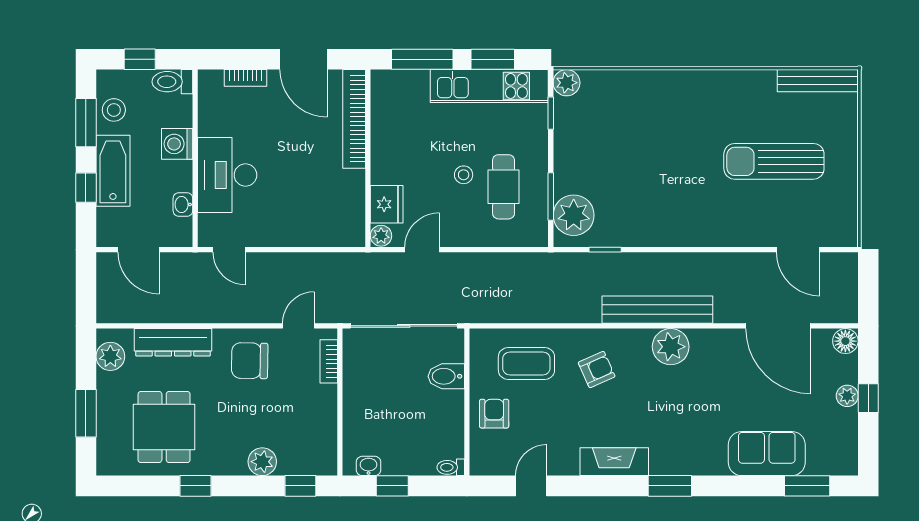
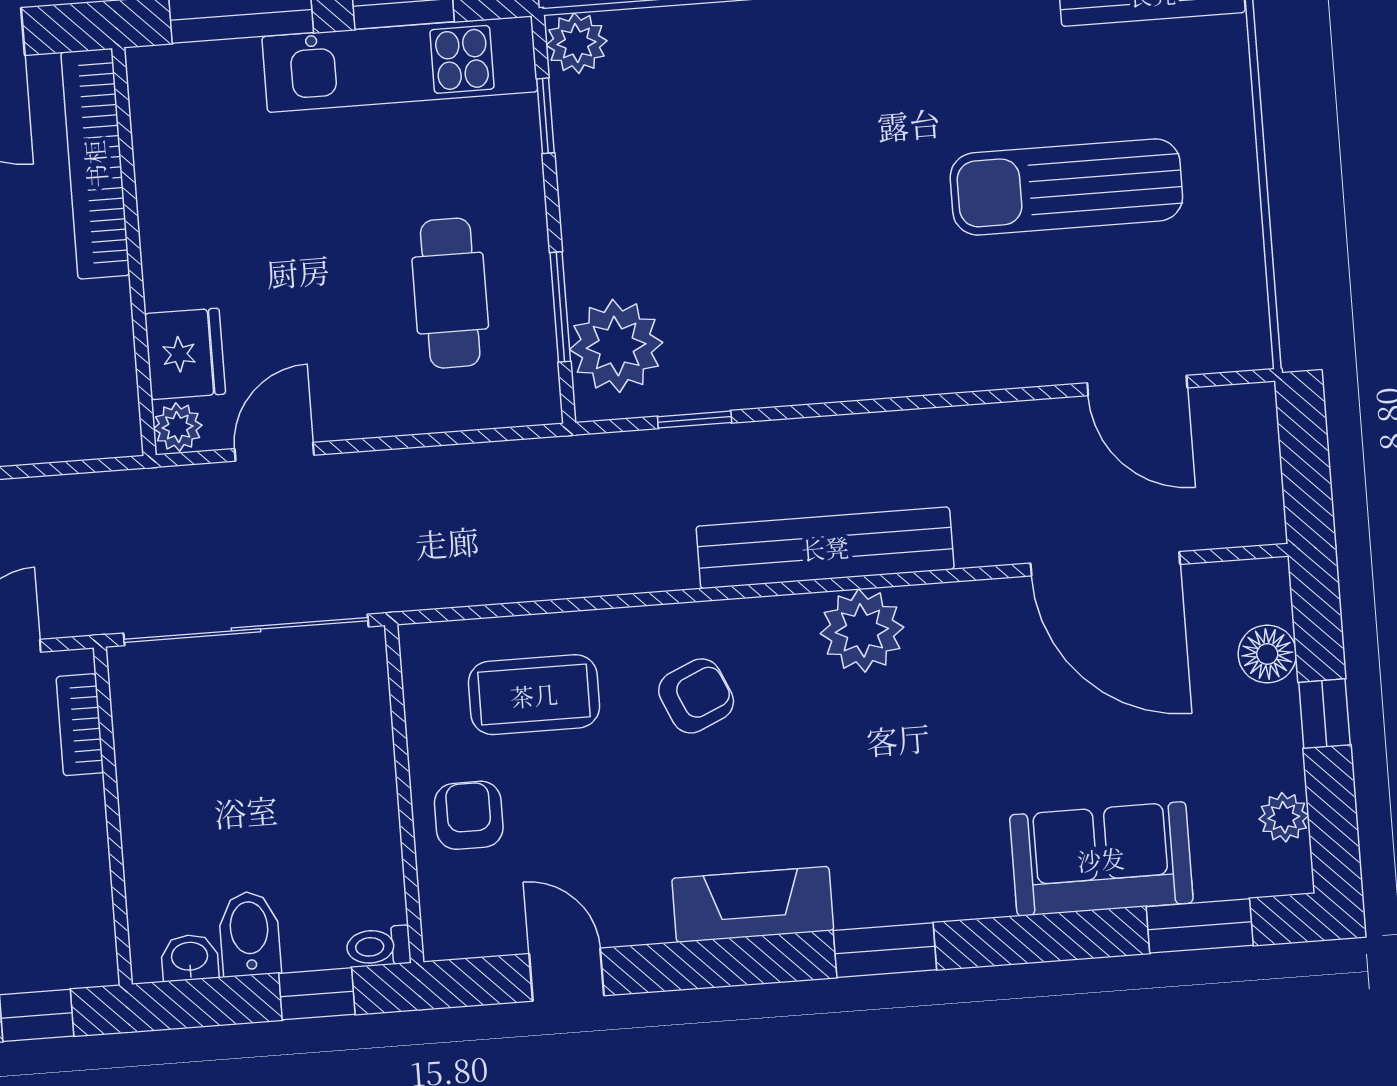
stool: (464, 175) -> (356, 273), removed
floor lamp: (845, 341) -> (1267, 654), moved
bidet: (446, 376) -> (249, 934), moved, turned 90
plant: (847, 396) -> (1284, 817), moved
window: (392, 486) -> (317, 994), moved
door: (531, 486) -> (567, 975), hinge flipped

